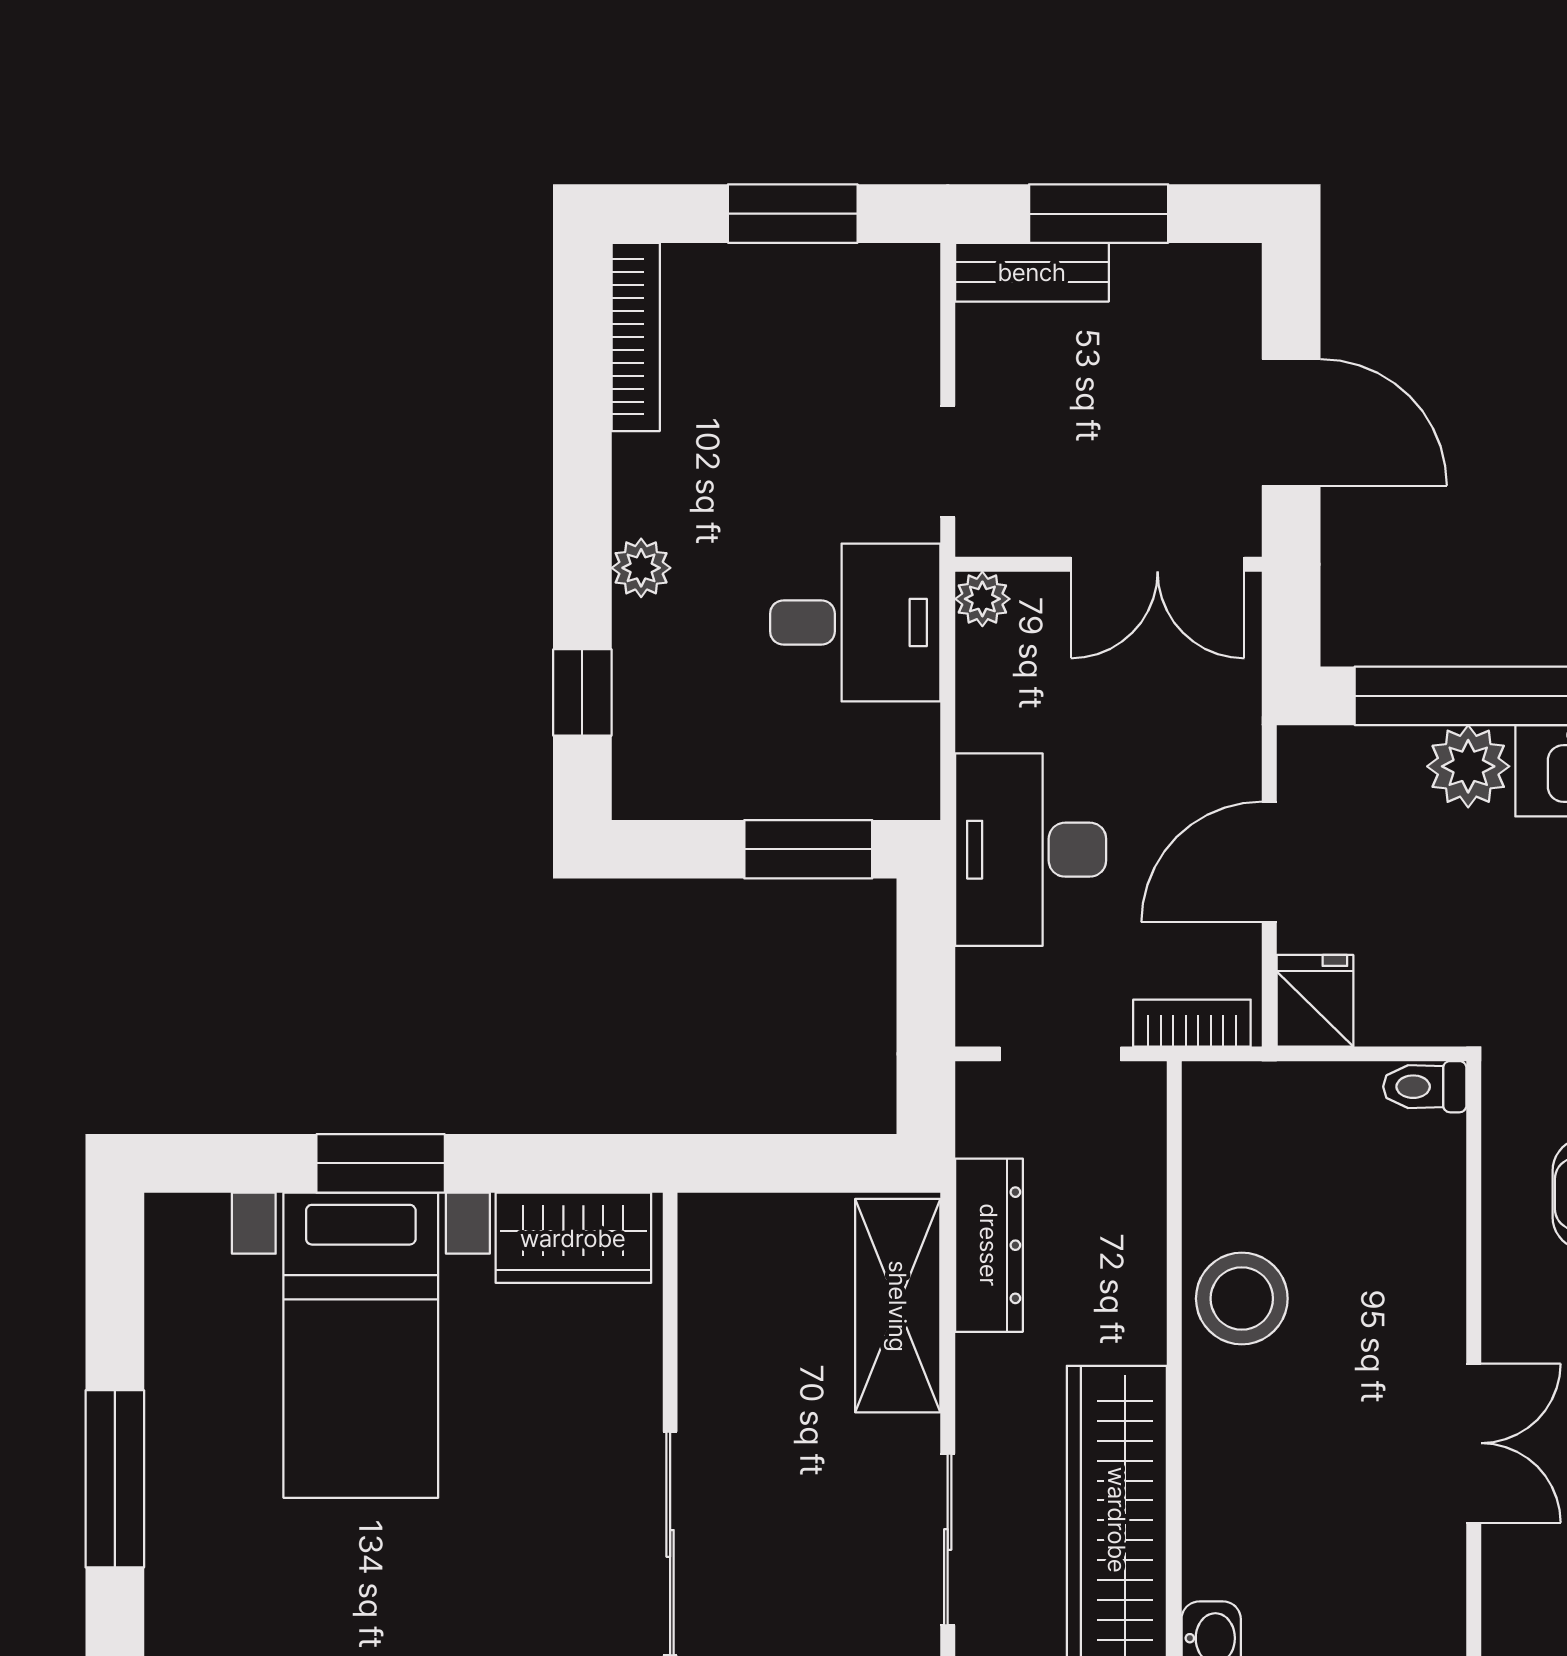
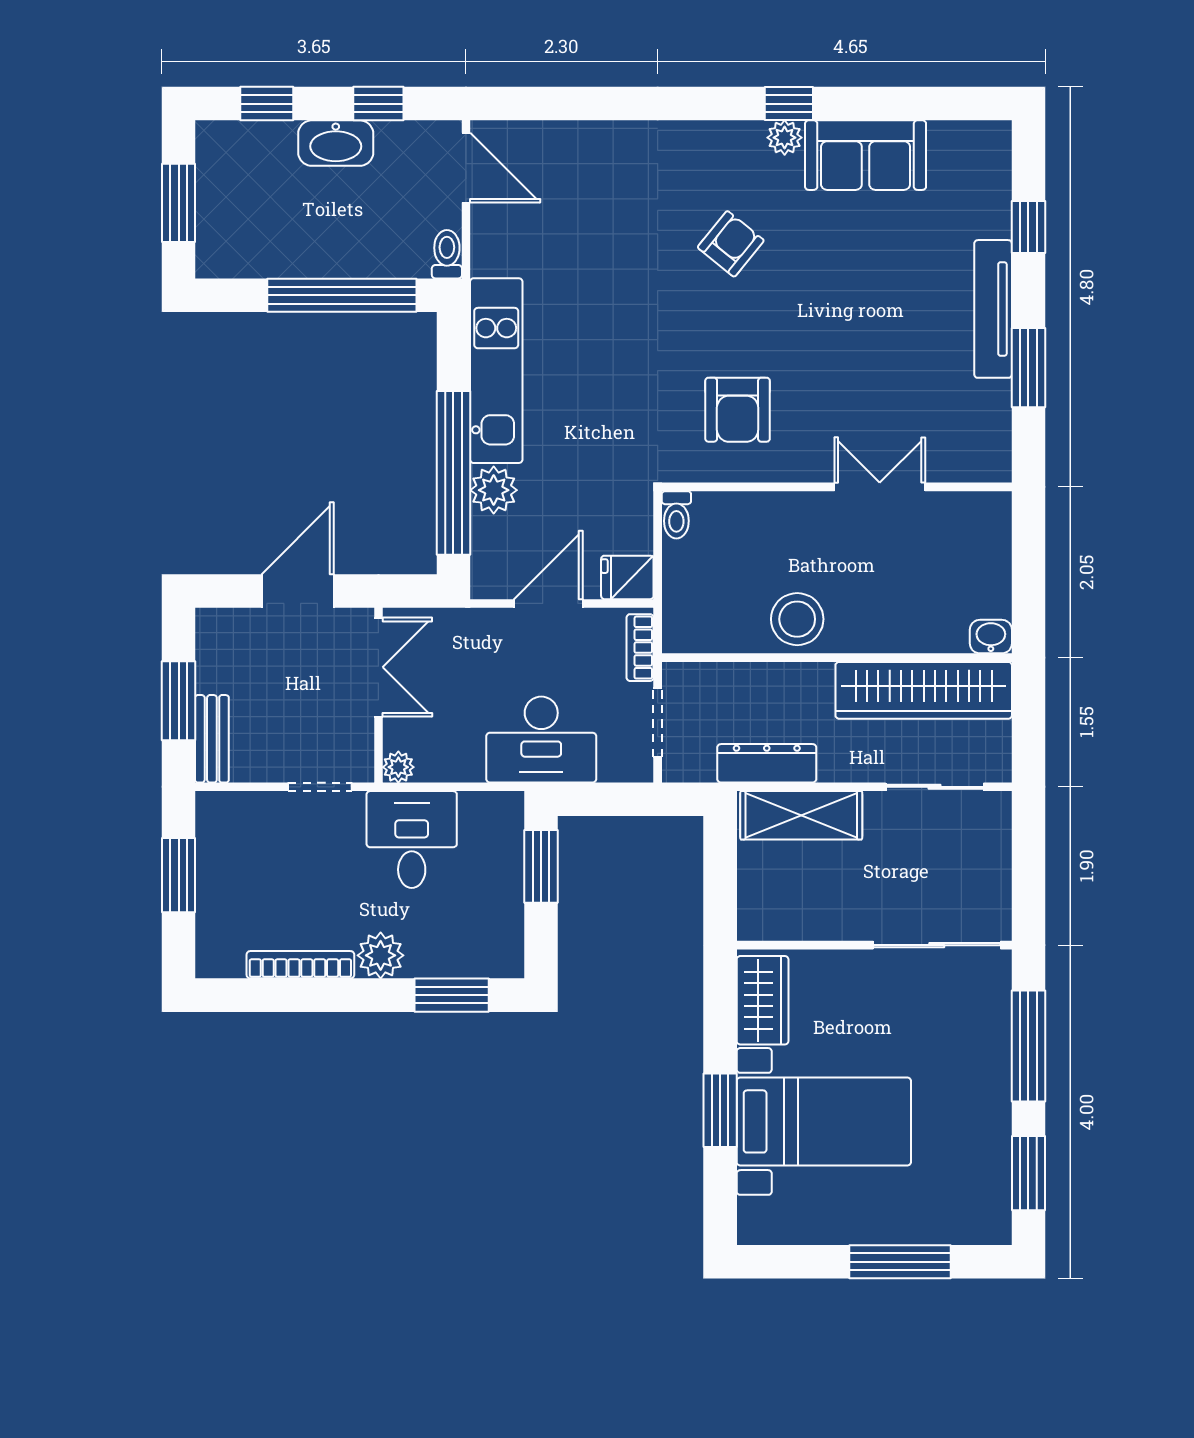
bookcase: (636, 337) -> (300, 965), moved
plant: (641, 568) -> (381, 955), width x1.38, depth x1.38
window: (582, 692) -> (452, 995), width x1.50
door: (1269, 862) -> (548, 603), swing flipped

